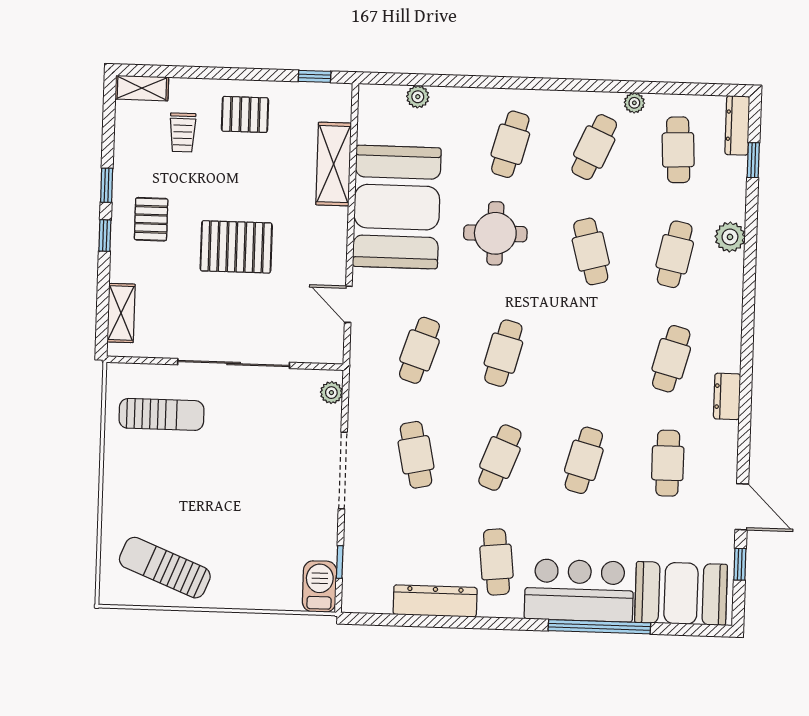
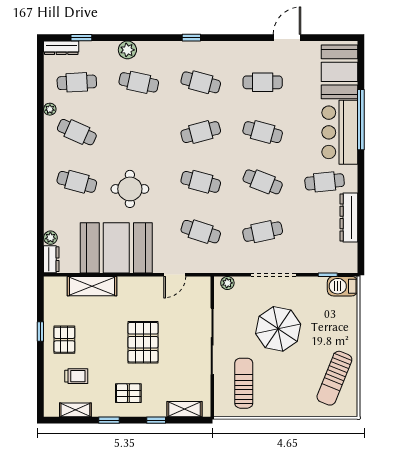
window: (315, 76) -> (40, 331), moved
shelving: (142, 88) -> (75, 410), moved, turned 90
window: (105, 235) -> (156, 420), moved
cafe table: (591, 251) -> (201, 132), moved
dresser: (727, 396) -> (51, 259), moved, turned -90
parasol: (251, 475) -> (278, 329), added
window: (740, 564) -> (191, 38), moved

